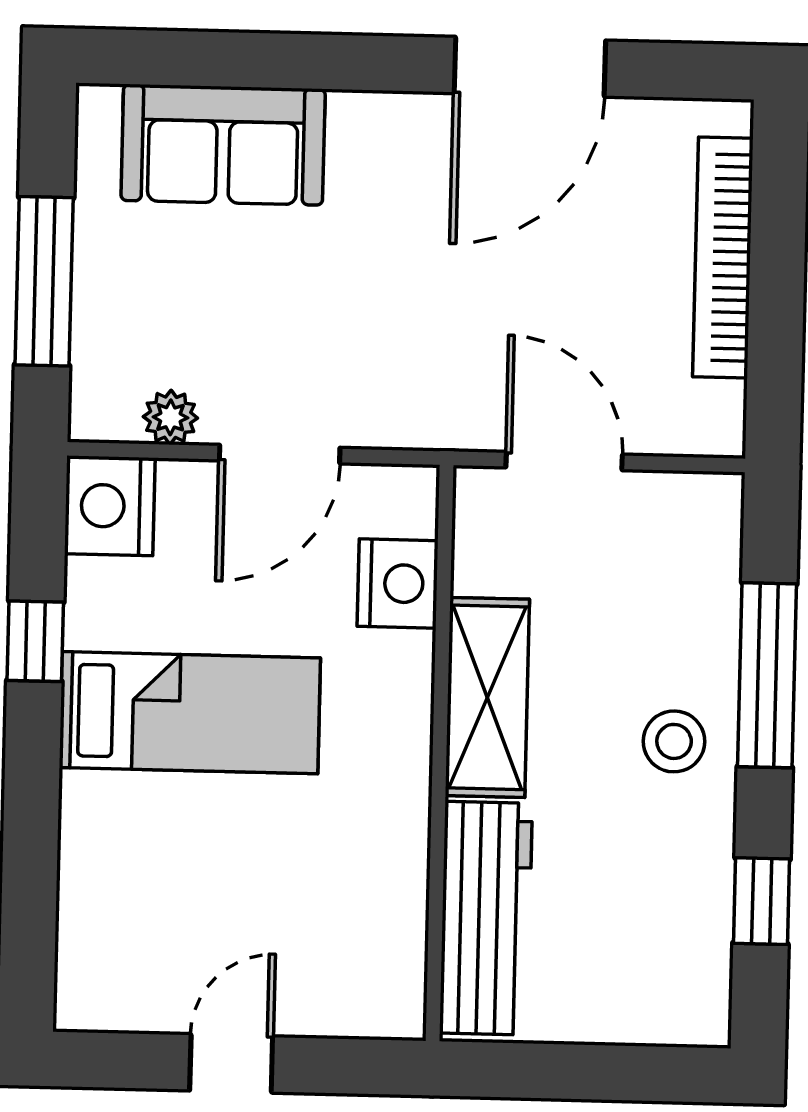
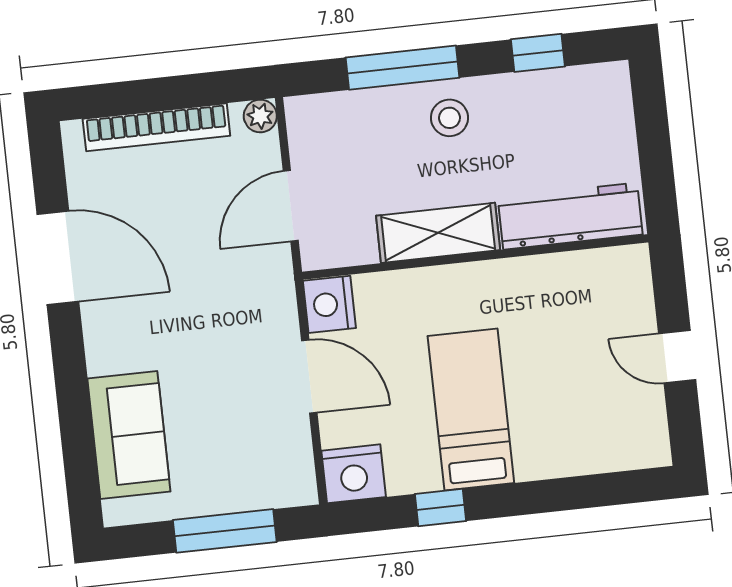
plant: (170, 417) -> (260, 116), moved
nightstand: (398, 583) -> (329, 304), moved, turned -90

